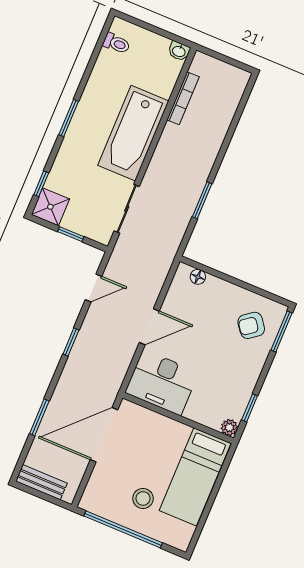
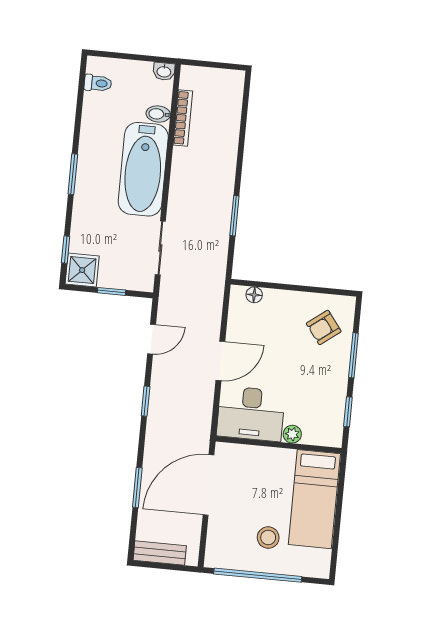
bidet: (162, 88) -> (158, 114), added
window: (282, 332) -> (353, 355), moved
plant: (229, 427) -> (292, 434), moved

